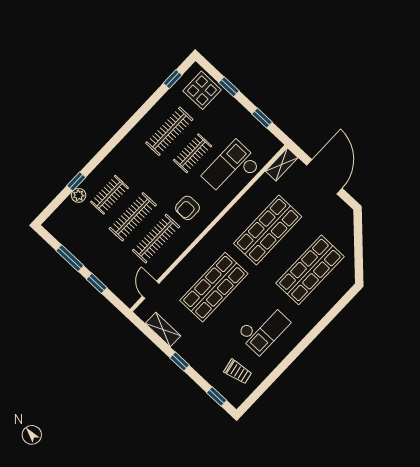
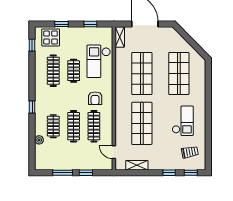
window: (76, 181) -> (32, 107), moved
window: (180, 361) -> (169, 173), moved

